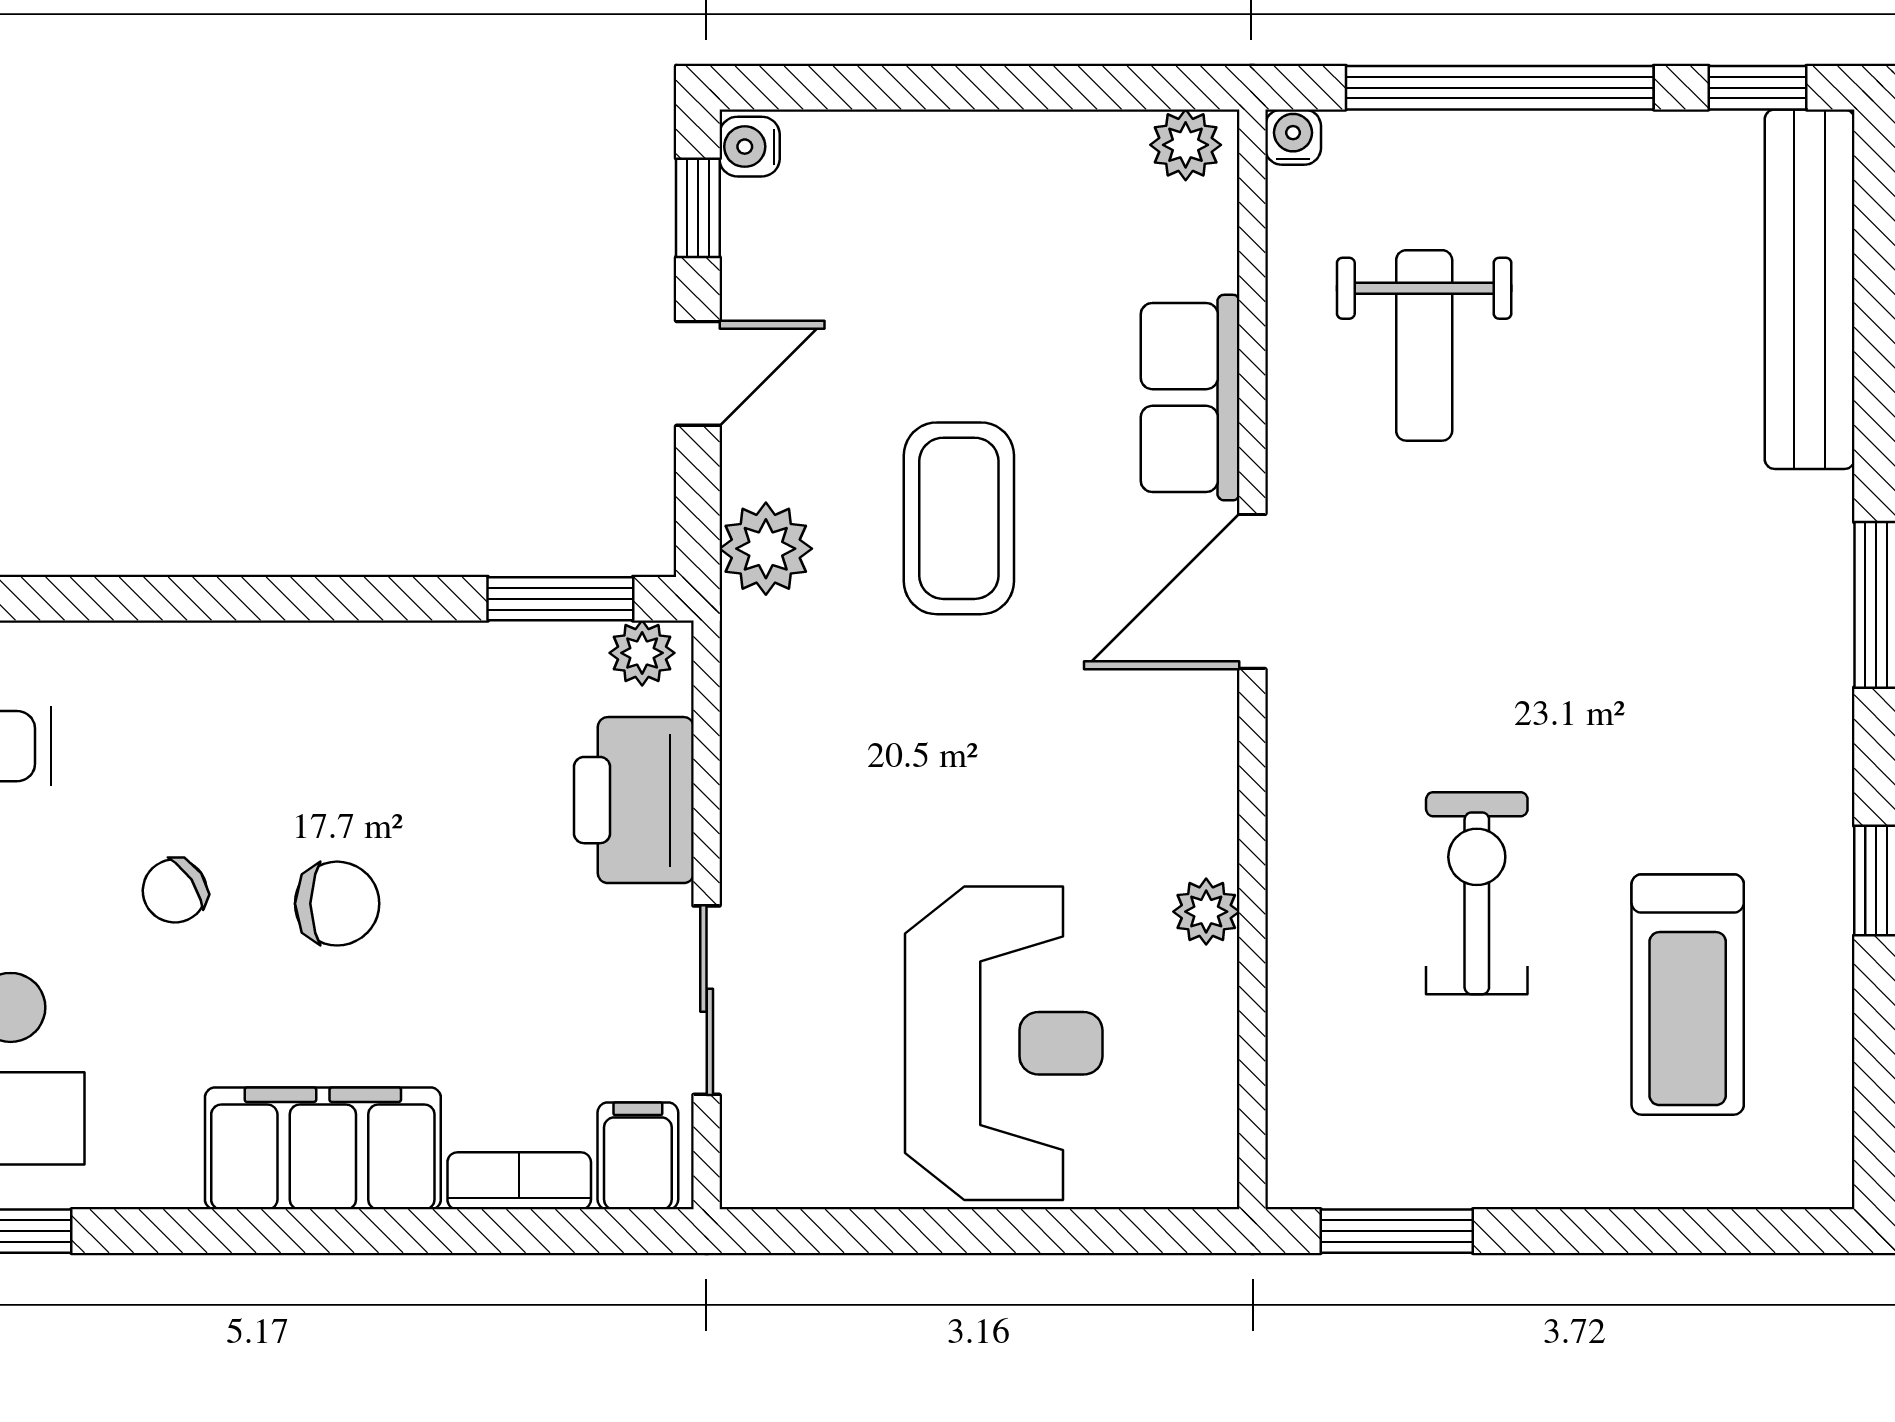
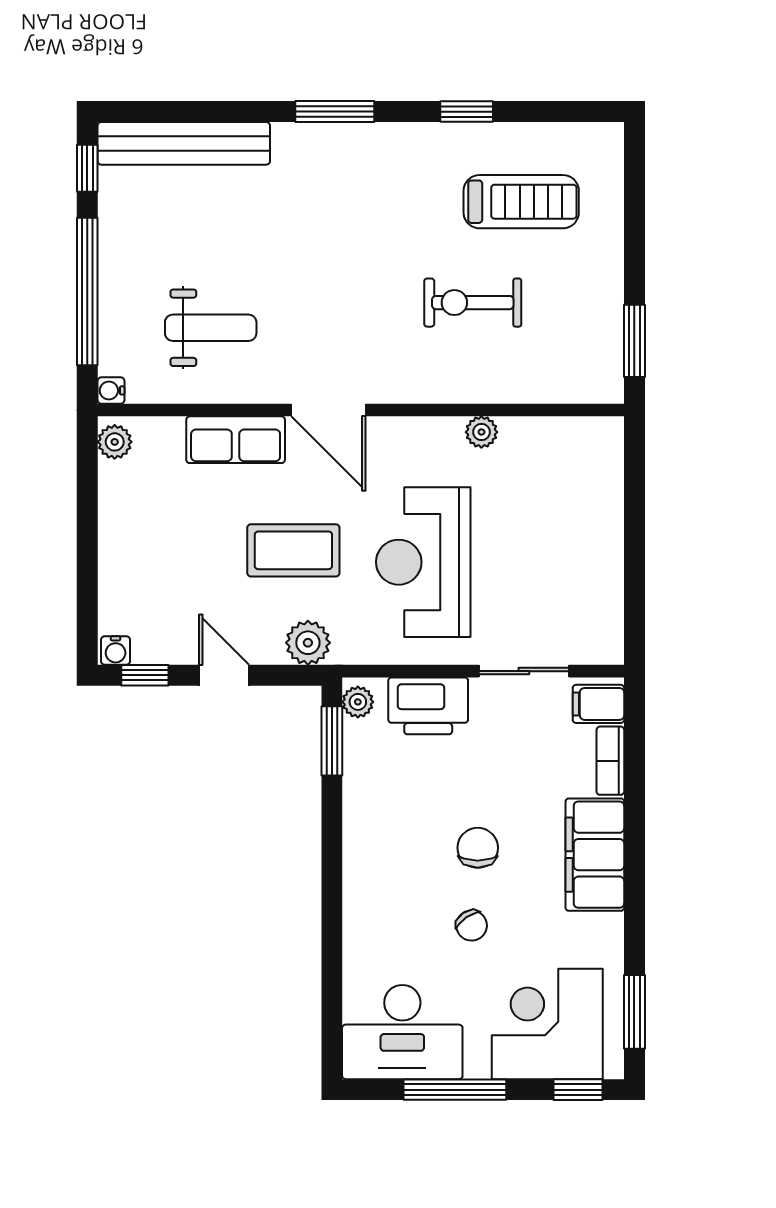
reception desk: (1004, 1043) -> (423, 562), moved, turned -90

